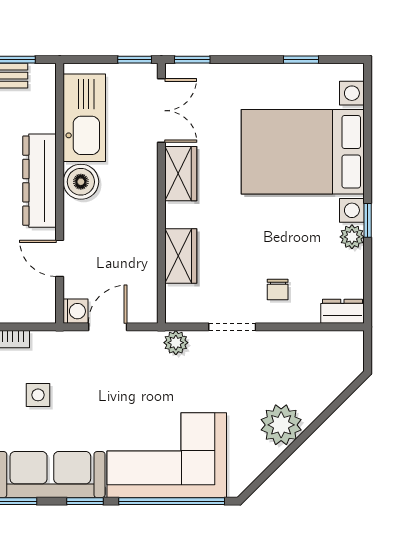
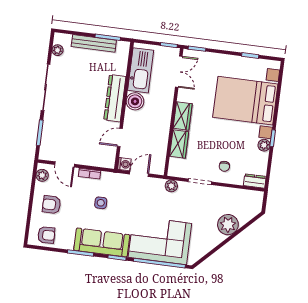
wardrobe: (181, 174) -> (183, 116), moved
door: (60, 258) -> (120, 137), hinge flipped
plant: (281, 425) -> (228, 225), moved

